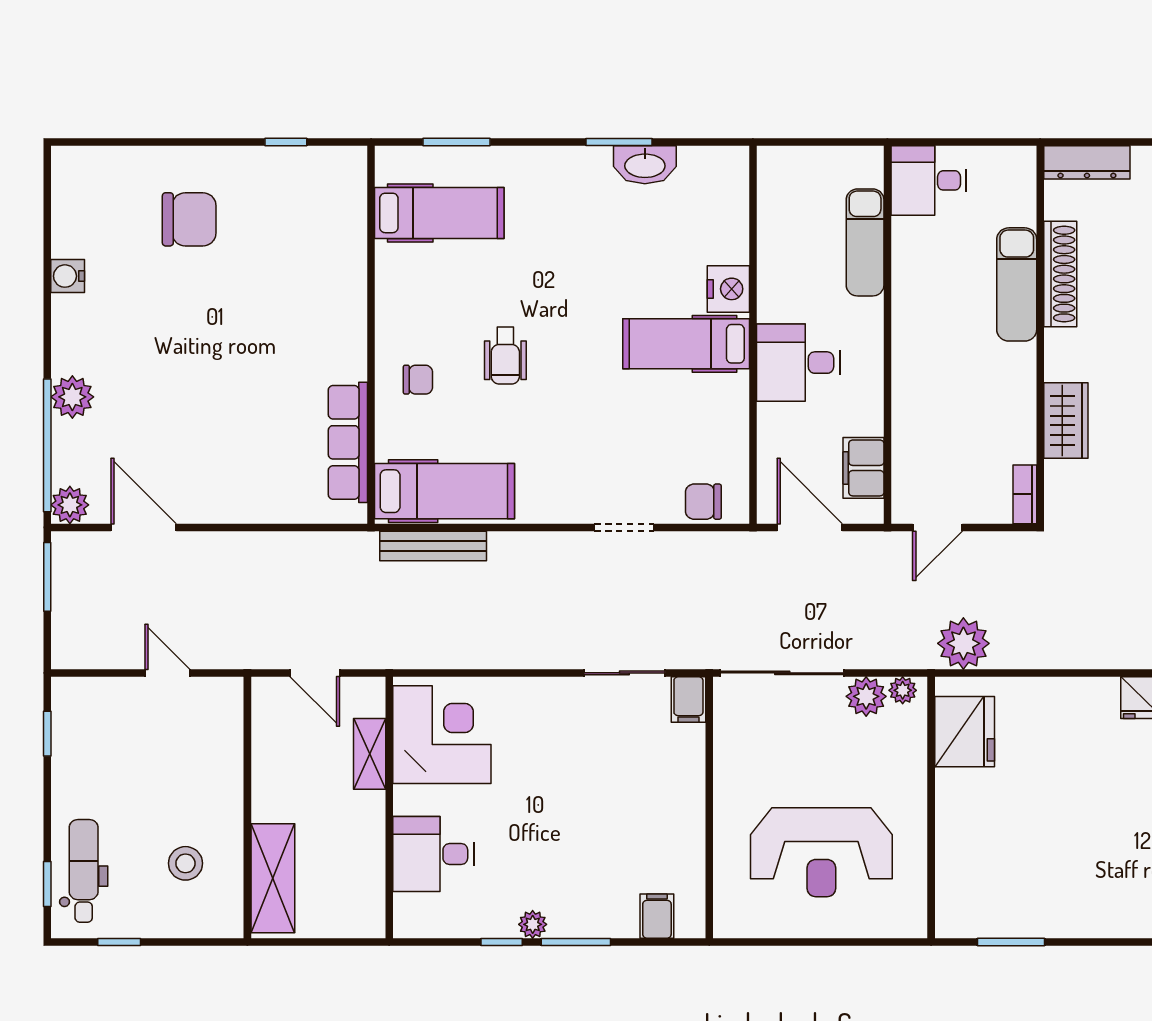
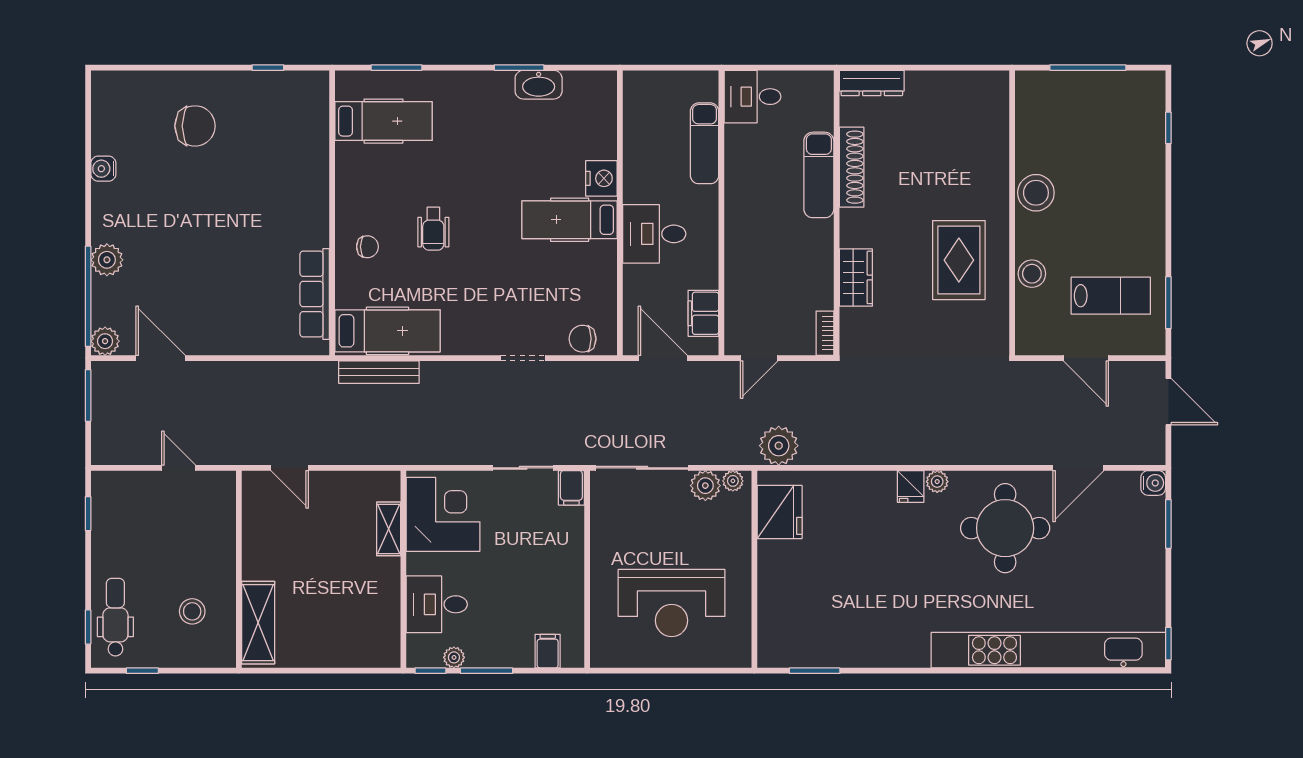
corner desk: (442, 735) -> (443, 514), moved
shelving: (370, 754) -> (389, 529), moved
wall: (389, 807) -> (403, 569), moved
desk: (433, 854) -> (437, 604), moved

